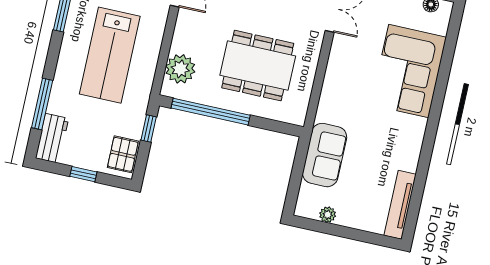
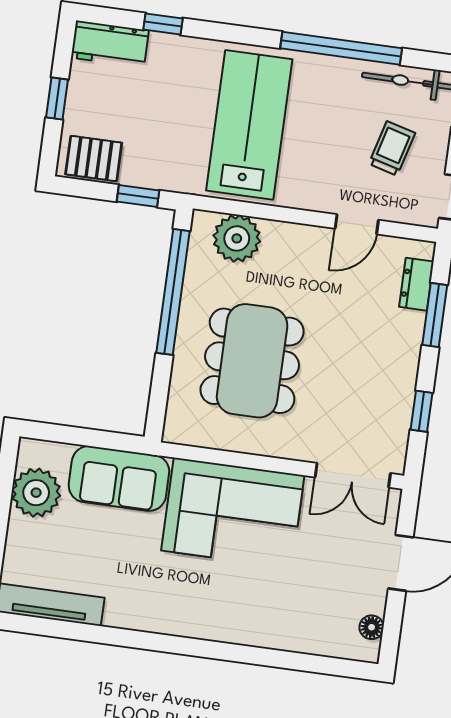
lab bench: (110, 55) -> (249, 125), turned 90
corner sofa: (409, 71) -> (233, 513), moved, turned 180
window: (42, 104) -> (163, 24), width x0.46
plant: (328, 215) -> (36, 493), width x1.87, depth x1.87

